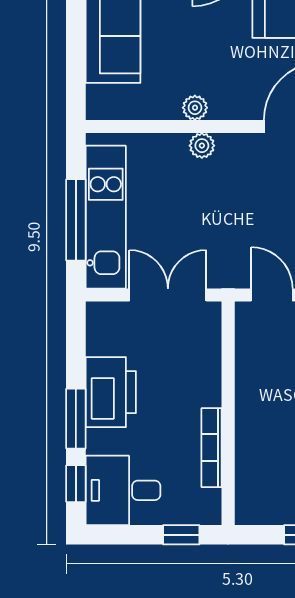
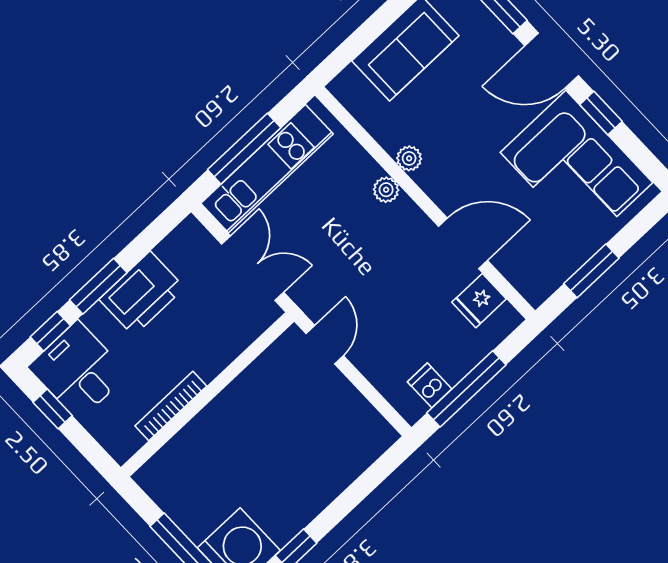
window: (181, 535) -> (53, 409), moved

